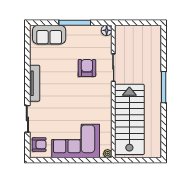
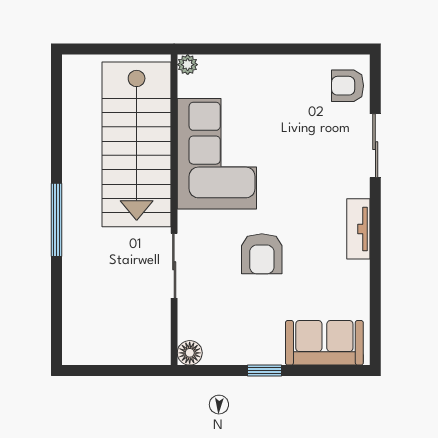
window: (75, 23) -> (265, 371), width x0.46
armchair: (87, 68) -> (262, 254), moved
tv unit: (35, 83) -> (358, 229), width x0.71
corner sofa: (76, 141) -> (217, 154), moved, turned -90

